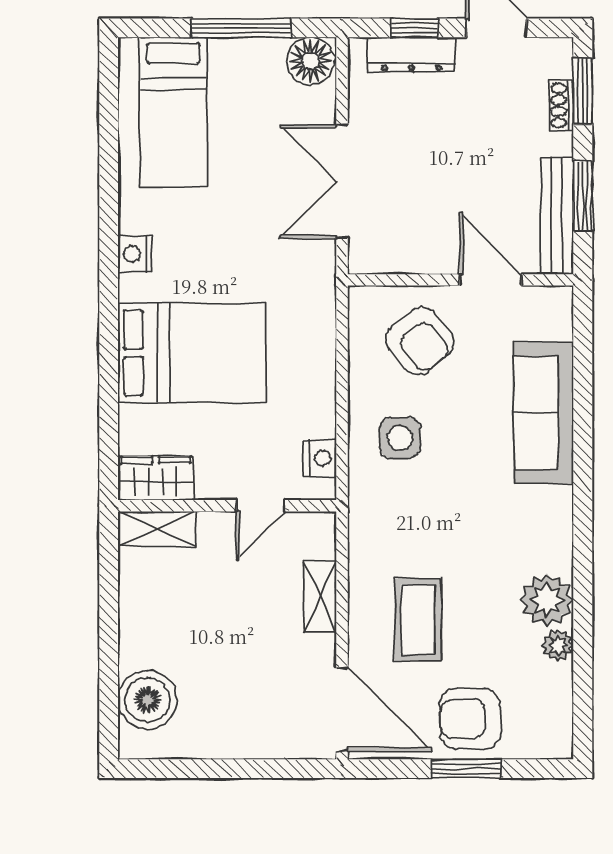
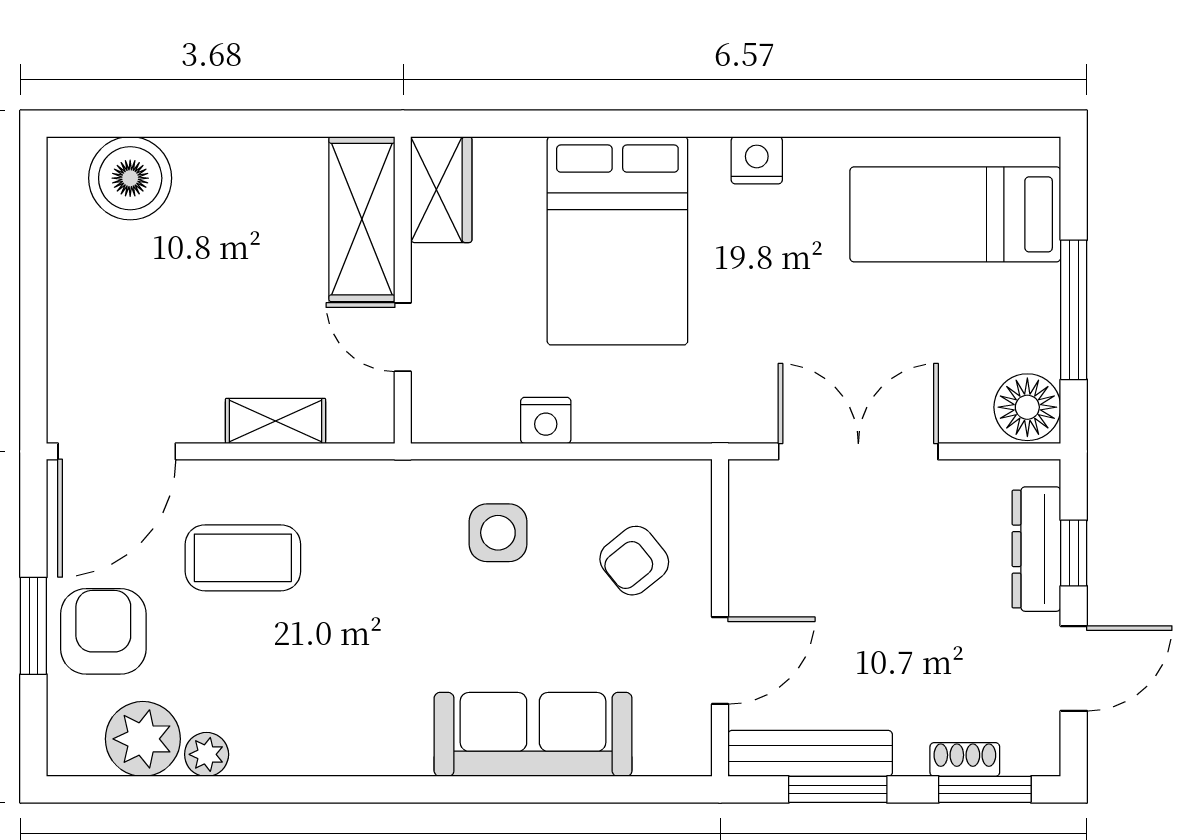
armchair: (420, 341) -> (634, 561), width x0.72, depth x0.72
nightstand: (320, 458) -> (546, 420), moved
shelving: (157, 529) -> (362, 219), width x1.50, depth x1.33
plant: (547, 600) -> (143, 739), moved

